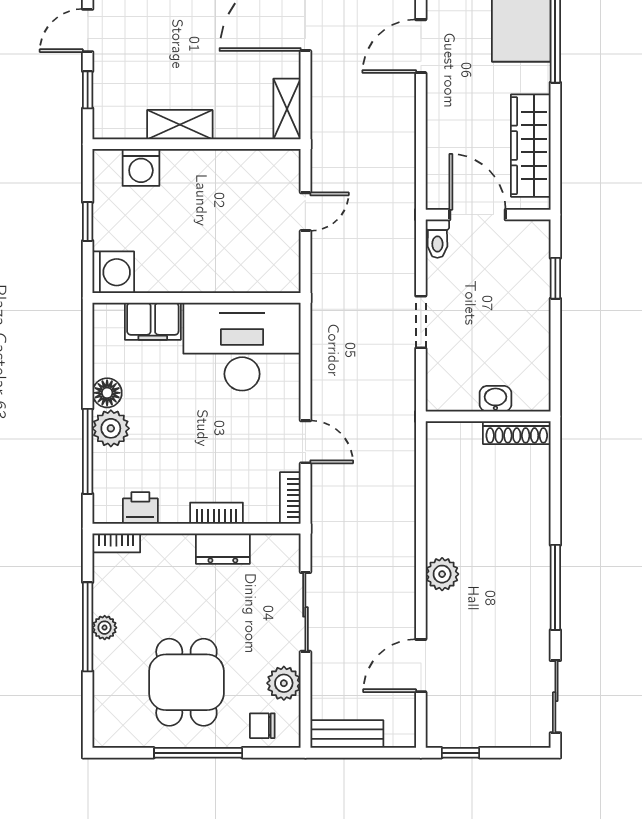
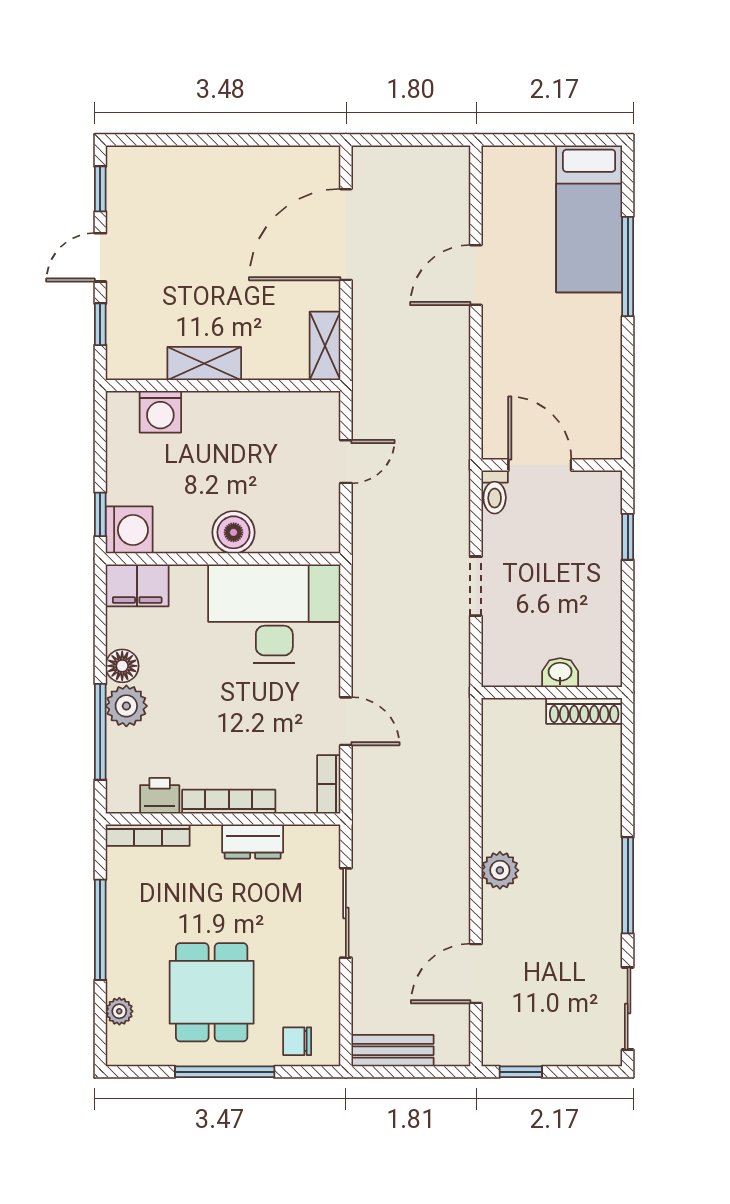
wardrobe: (531, 146) -> (600, 387), removed
window: (88, 221) -> (100, 514), moved
boiler: (206, 274) -> (234, 532), added
filing cabinet: (153, 321) -> (137, 585), moved
bookcase: (217, 513) -> (229, 802), width x1.56
bookcase: (116, 543) -> (148, 835), width x1.56
plant: (105, 628) -> (119, 1011), moved
plant: (284, 683) -> (321, 993), removed

